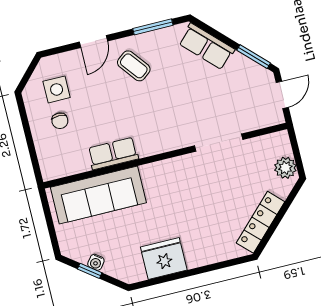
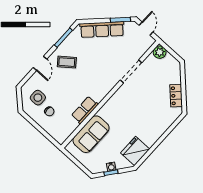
row of seats: (207, 46) -> (102, 29), width x1.48
plant: (285, 168) -> (160, 52), moved
sofa: (98, 195) -> (91, 134), width x0.73
locker: (261, 222) -> (176, 96), width x0.66
fridge: (164, 259) -> (135, 151), moved

